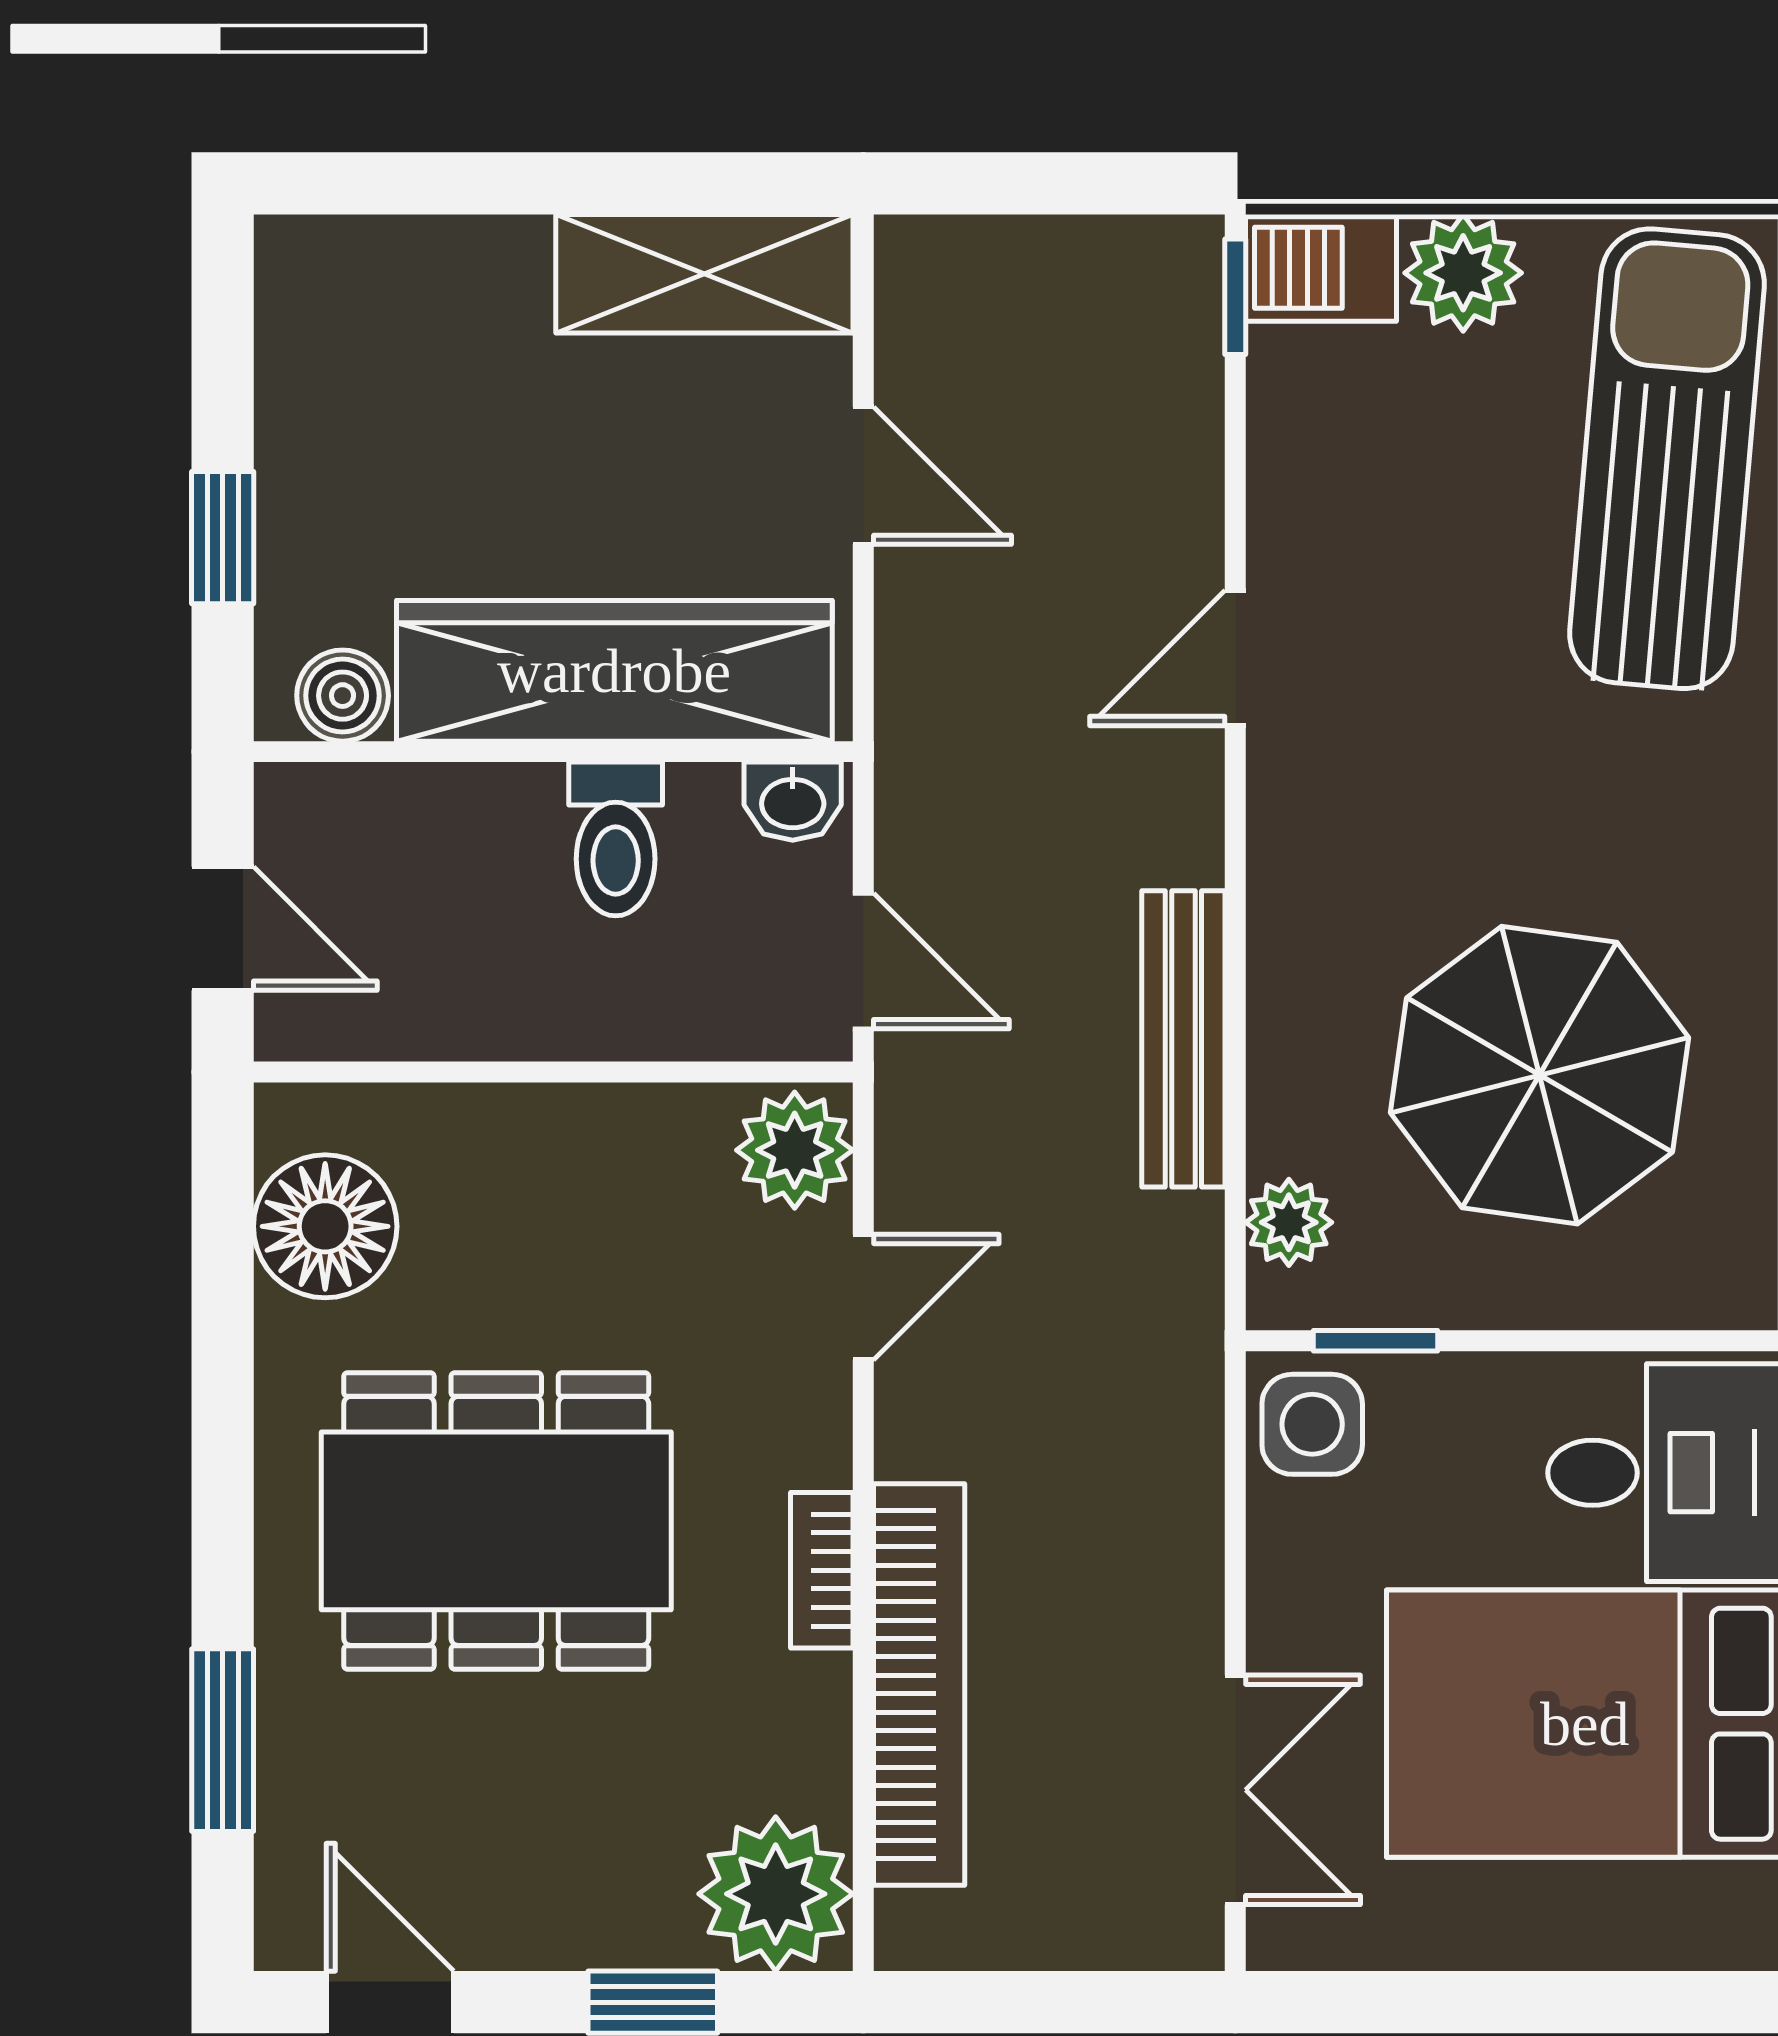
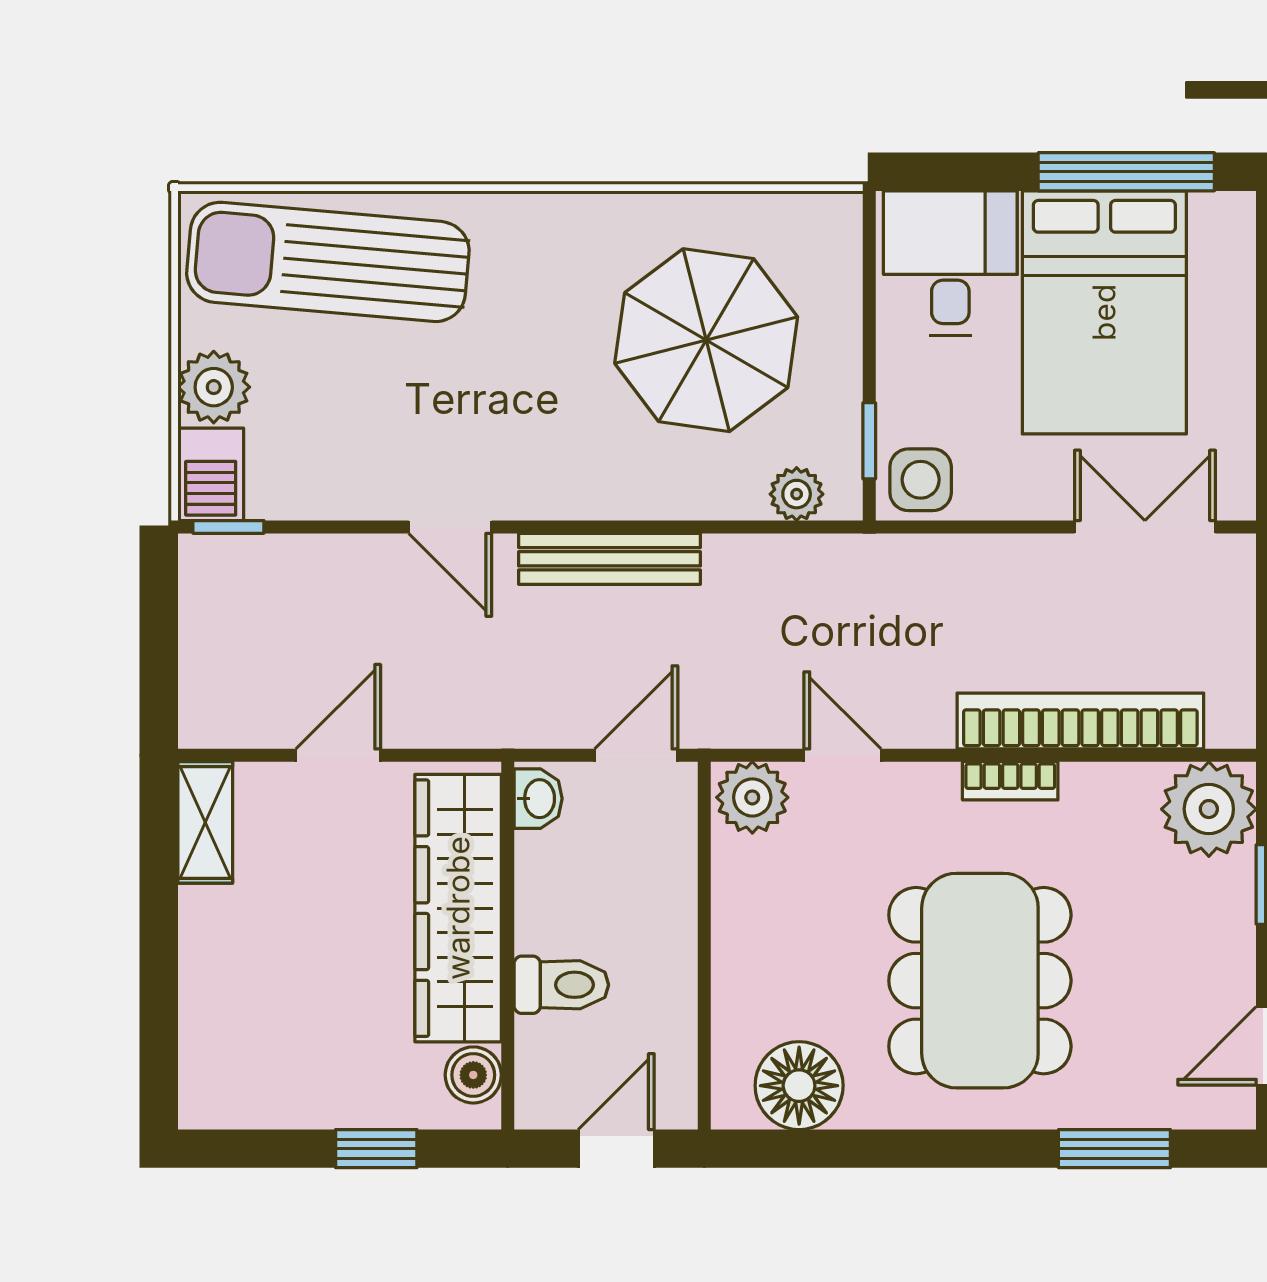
shelving: (704, 274) -> (205, 822), width x0.67, depth x0.75
toilet: (616, 839) -> (561, 985), moved
bench: (1183, 1039) -> (609, 559), moved

